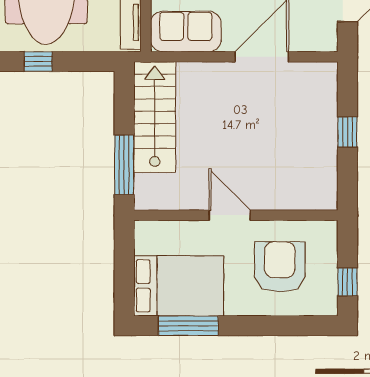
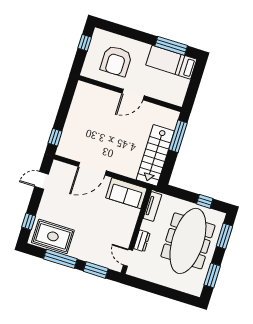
window: (347, 132) -> (55, 137), moved
door: (230, 215) -> (133, 94), hinge flipped
bed: (179, 286) -> (171, 62), width x0.67

